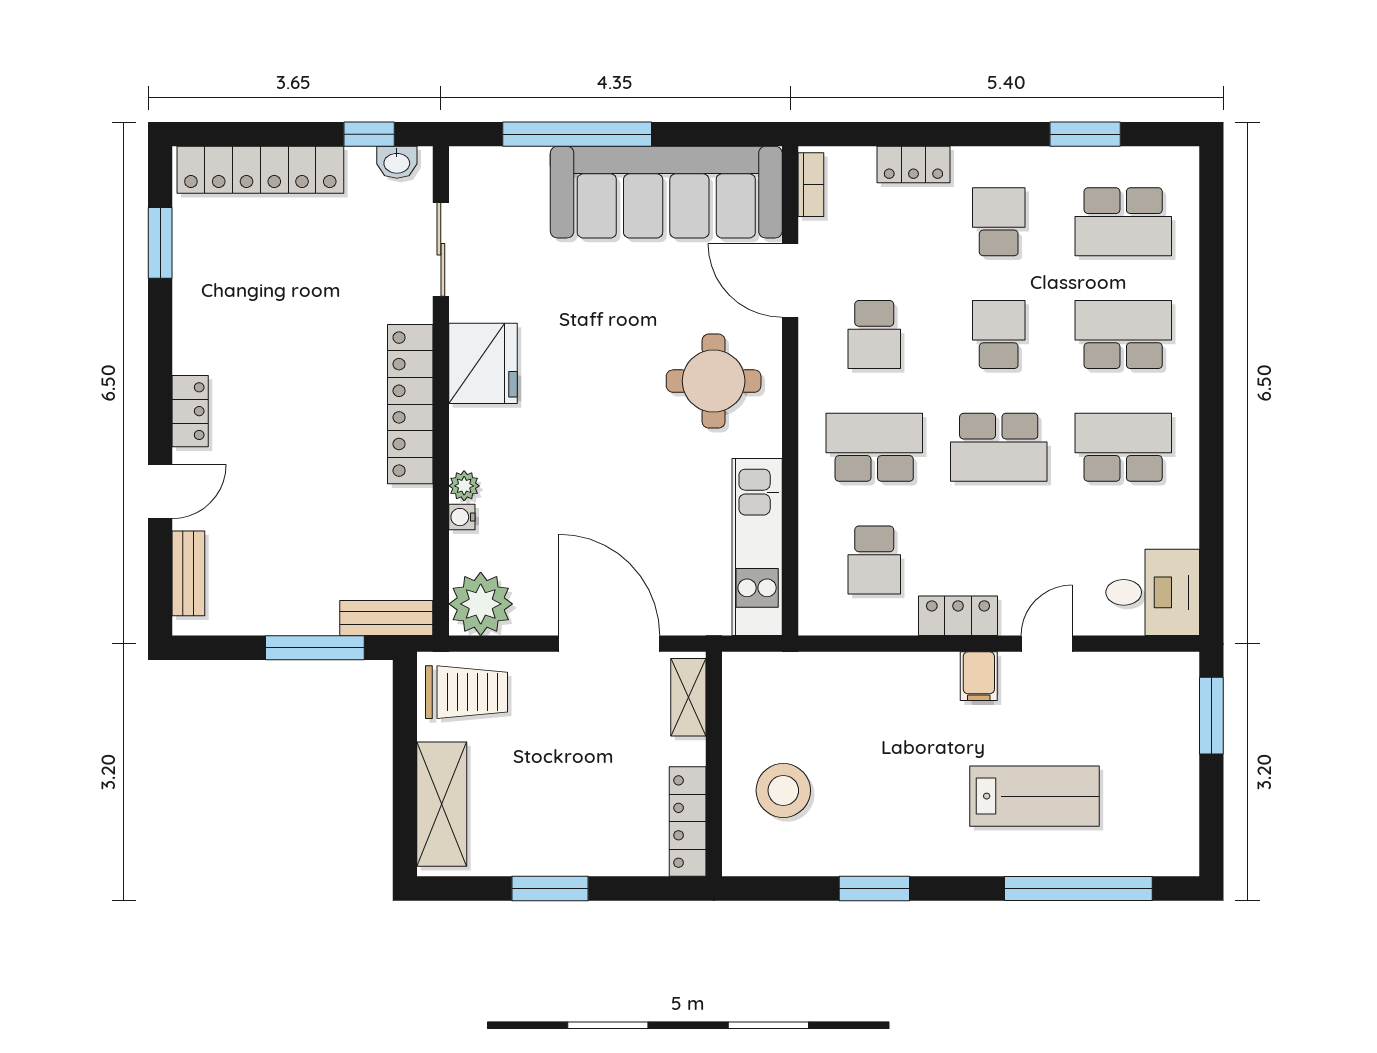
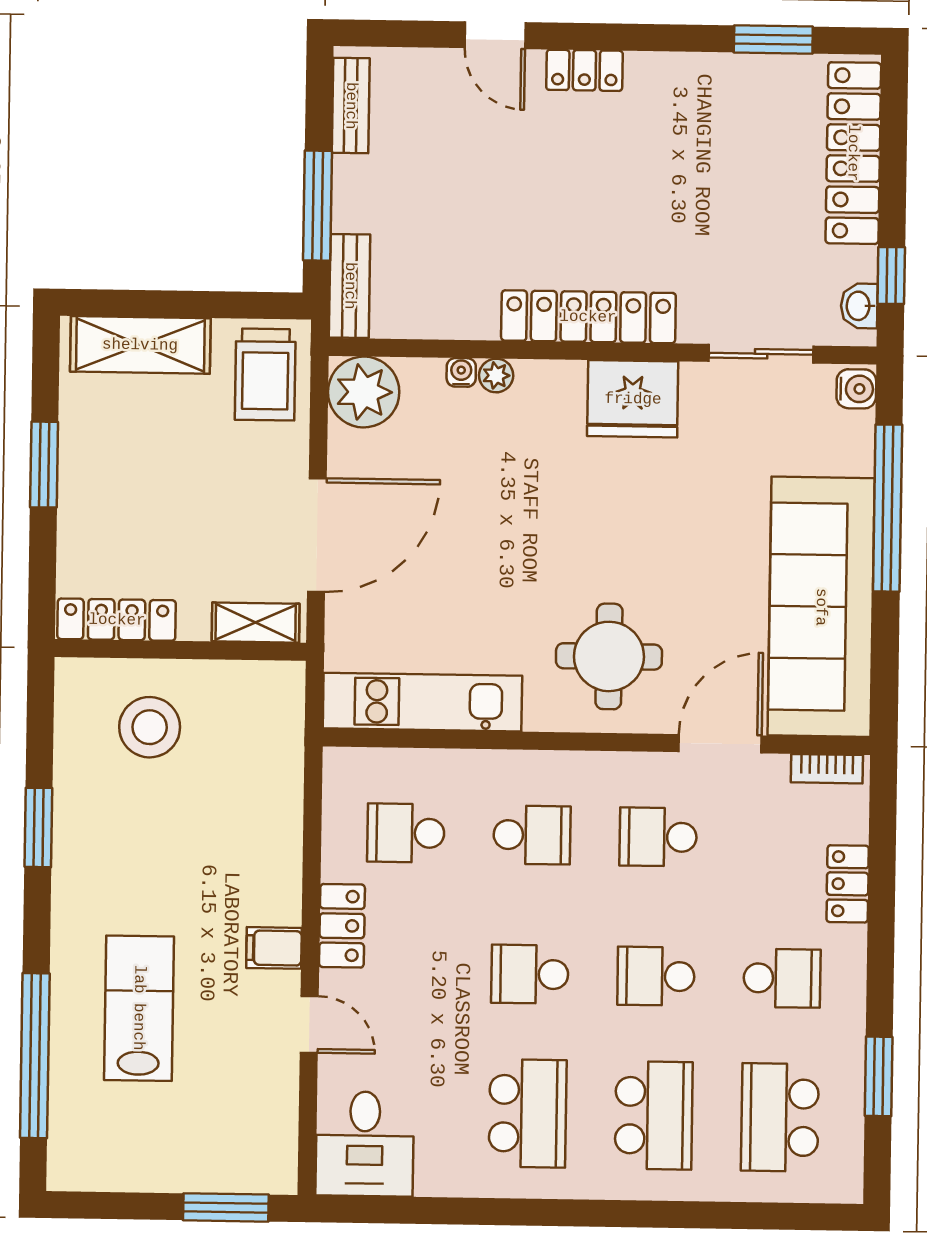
water cooler: (471, 164) -> (856, 389), added
school desk: (999, 335) -> (656, 976), turned 180
school desk: (874, 447) -> (532, 835), width x0.54
school desk: (999, 447) -> (530, 974), width x0.54
bench: (188, 573) -> (351, 106), moved, turned 90
lab bench: (1035, 796) -> (139, 1008), turned 180

